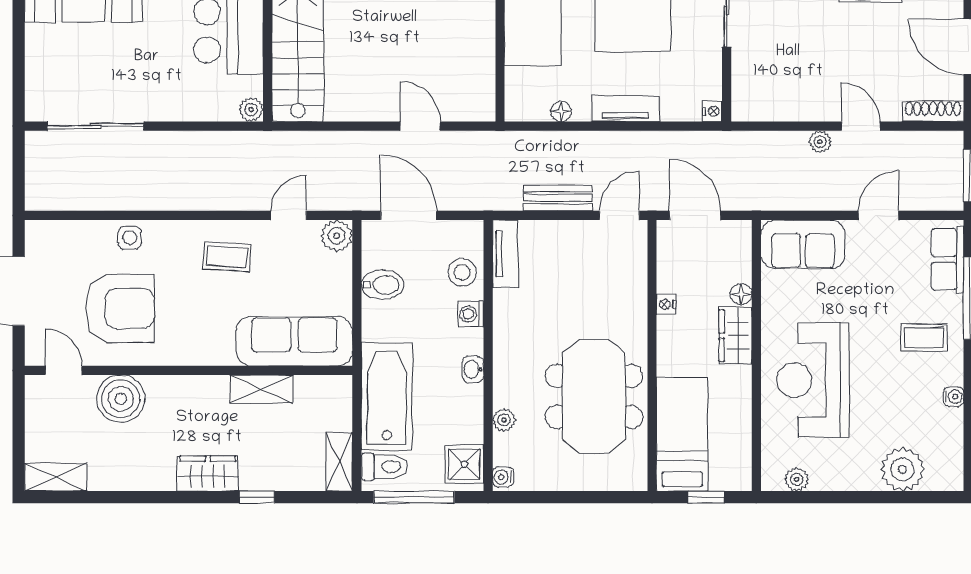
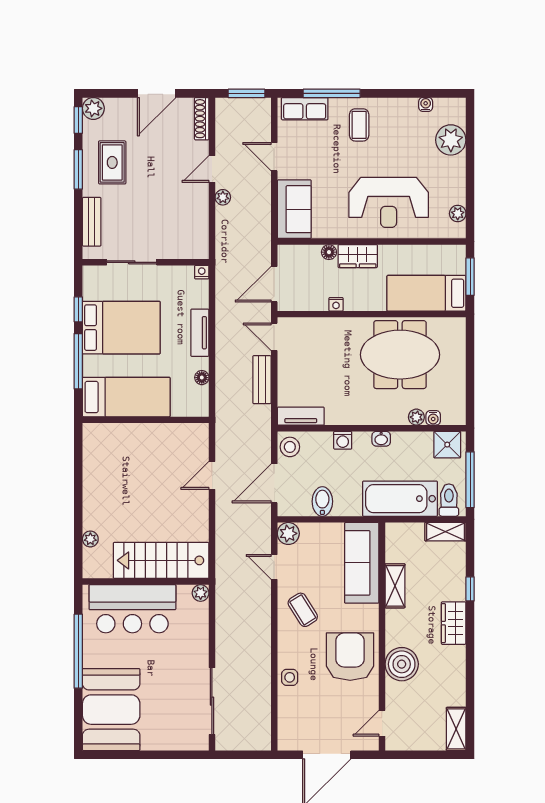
coffee table: (227, 257) -> (303, 610), turned -36
stool: (462, 272) -> (290, 447), moved
armchair: (120, 309) -> (350, 657), moved
water cooler: (954, 397) -> (426, 104), moved
boiler: (121, 399) -> (402, 664), moved
water cooler: (503, 477) -> (433, 418), moved
window: (706, 497) -> (470, 277), width x1.50

